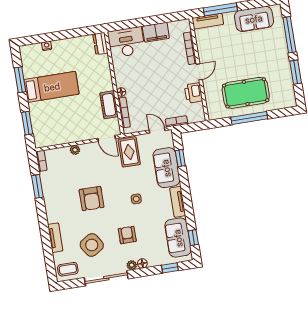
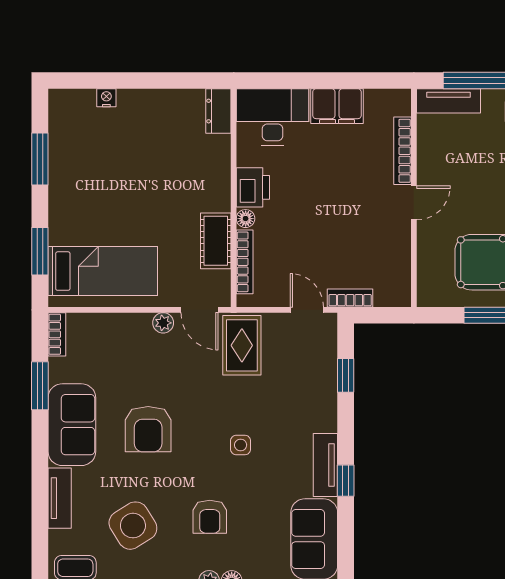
bed: (52, 87) -> (103, 271), moved
printer: (193, 93) -> (253, 187), moved, turned 180
plant: (75, 150) -> (163, 323), moved
sofa: (166, 168) -> (72, 425), moved, turned 180
armchair: (127, 235) -> (210, 517), turned 180
window: (193, 238) -> (346, 481), moved

